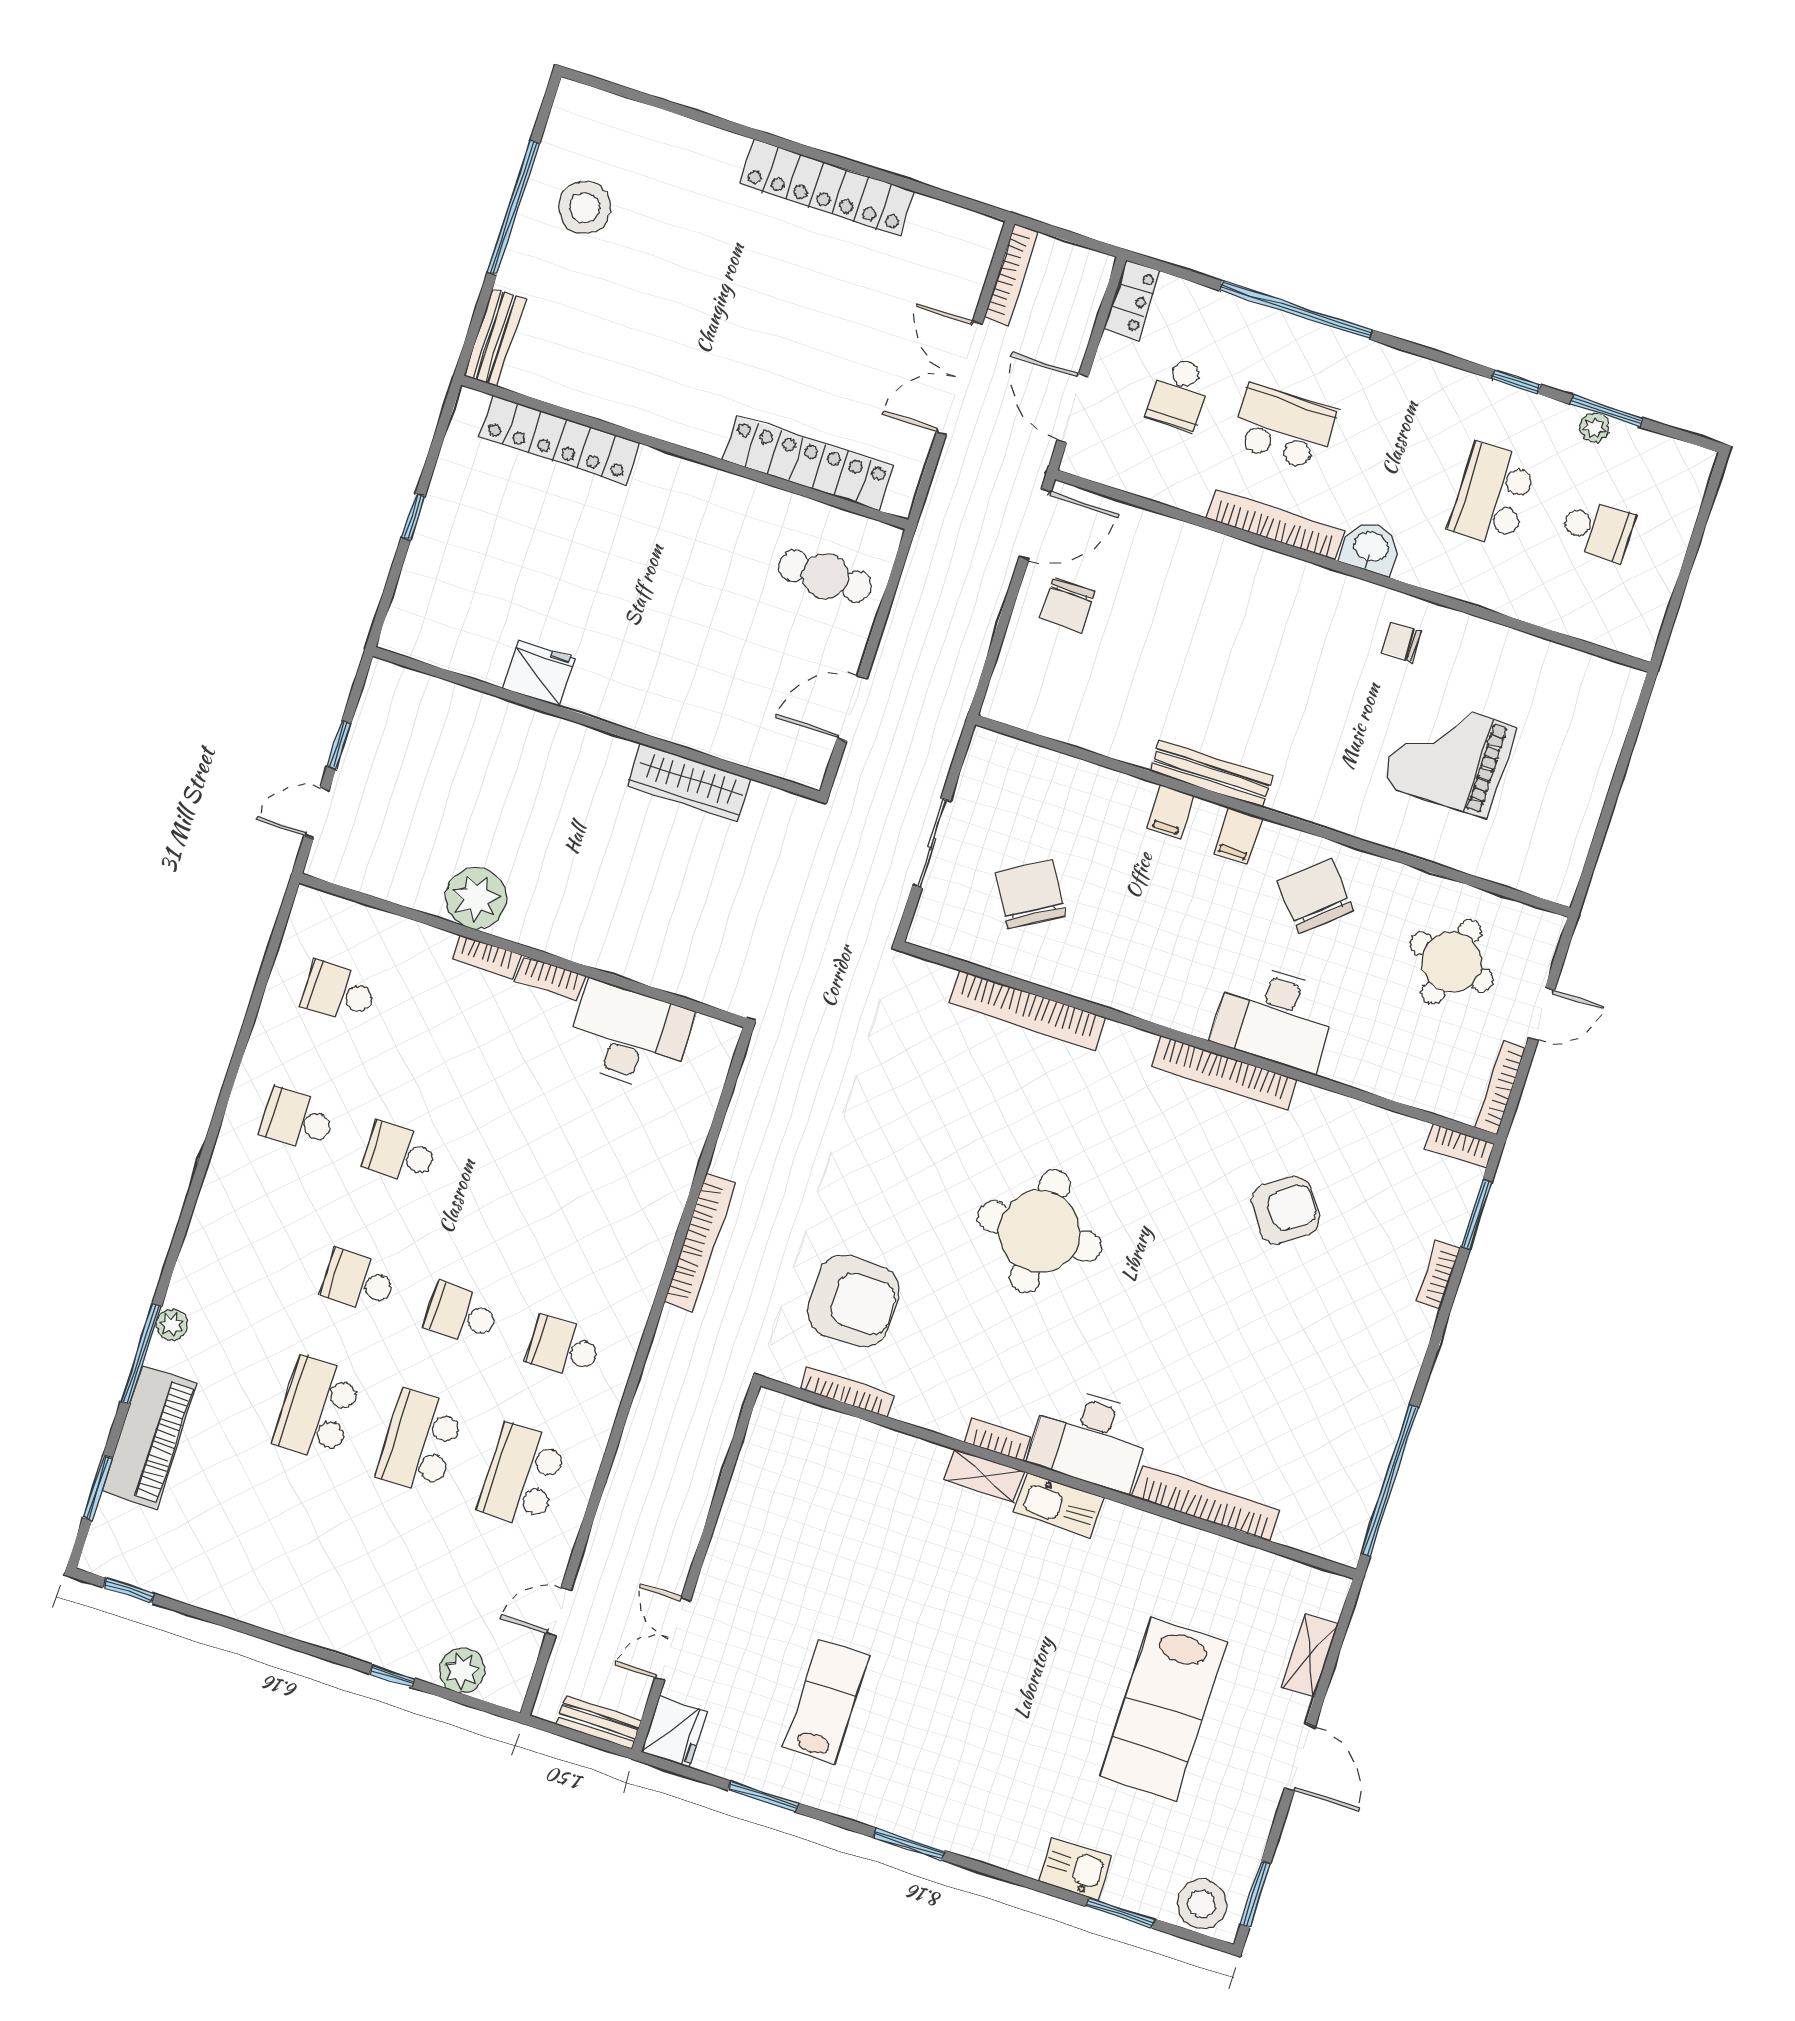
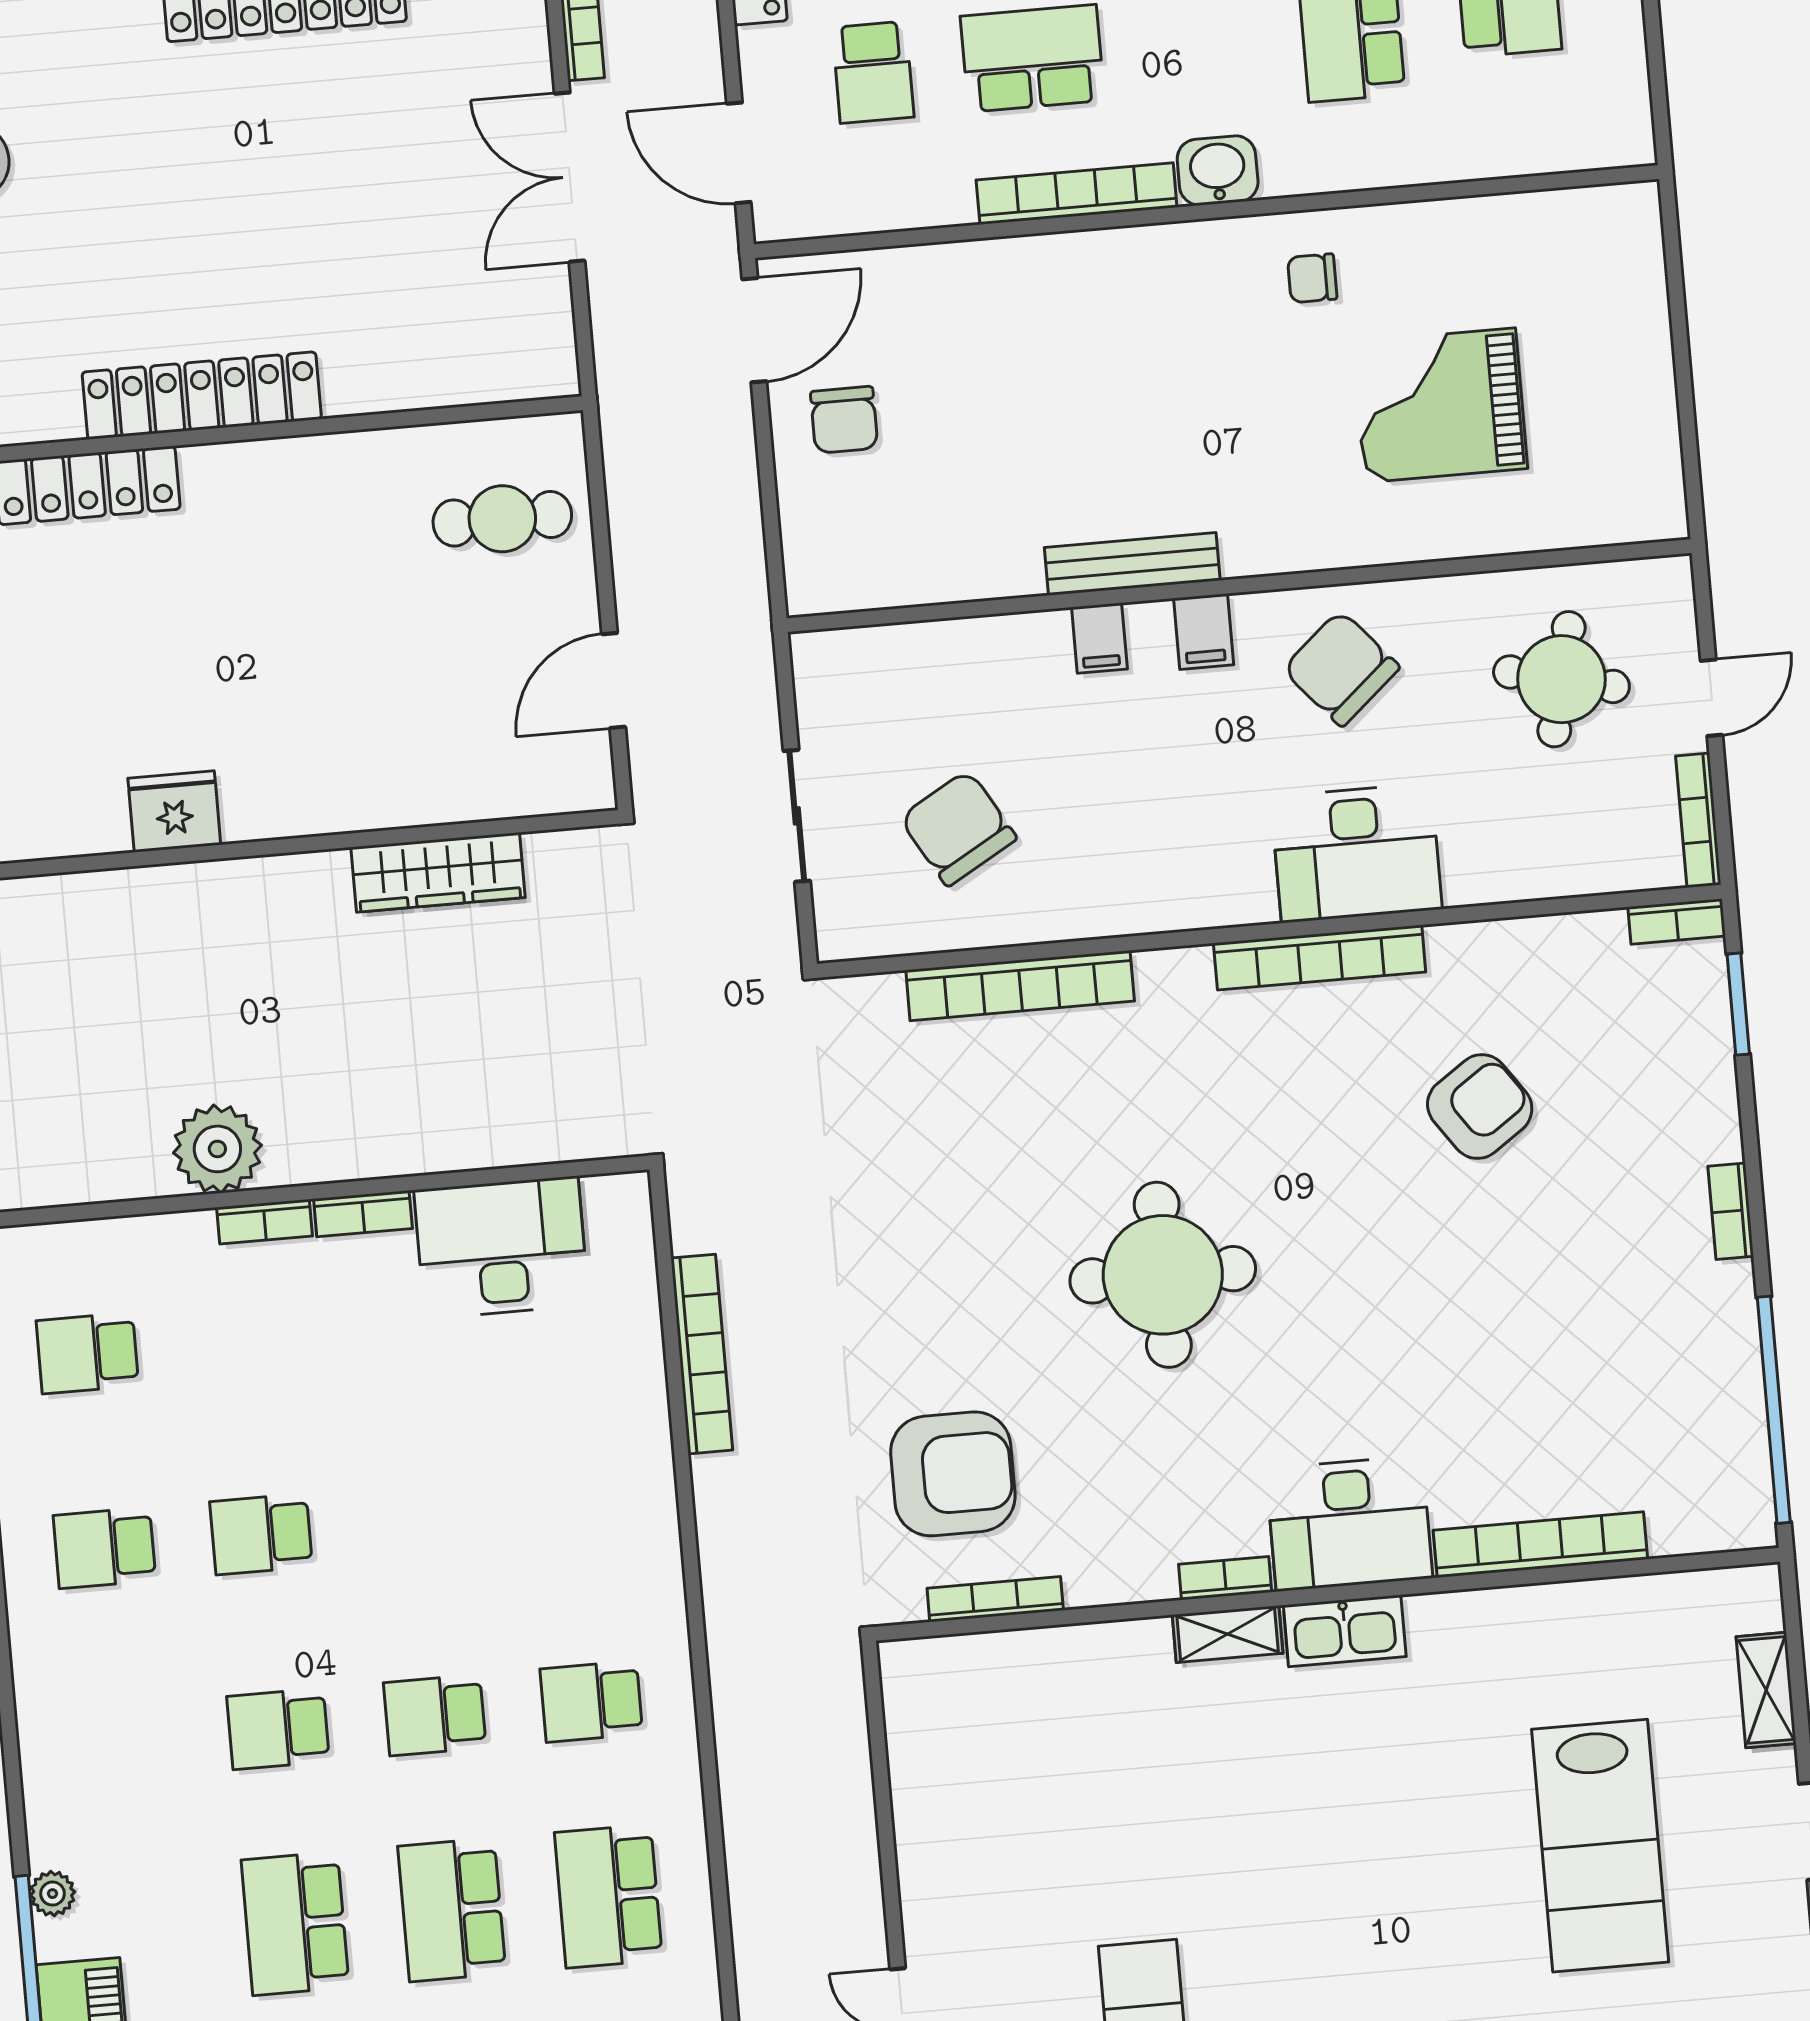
locker: (808, 463) -> (202, 396), moved
bookcase: (700, 1242) -> (702, 1354), moved
bookcase: (1438, 1275) -> (1731, 1211), moved

